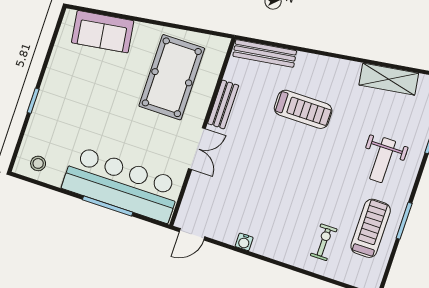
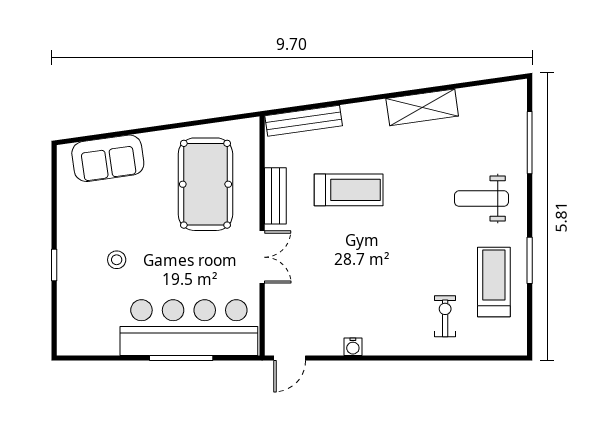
shelving: (389, 79) -> (422, 107), moved
treadmill: (303, 109) -> (349, 190), moved
weight bench: (383, 160) -> (481, 199), turned 90
stool: (38, 163) -> (117, 260), moved

